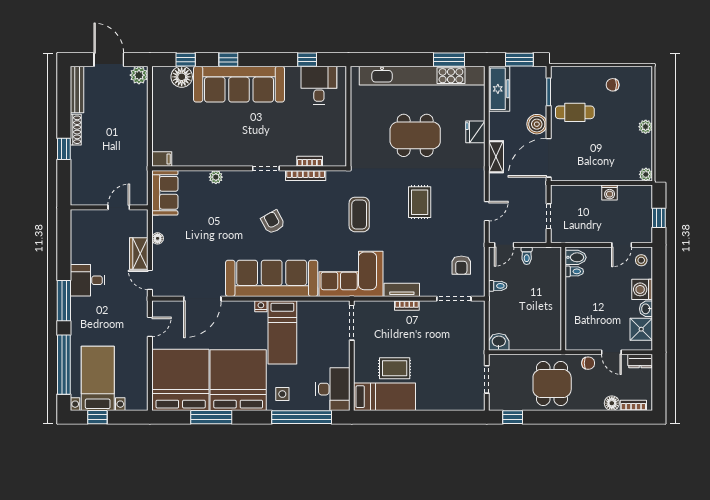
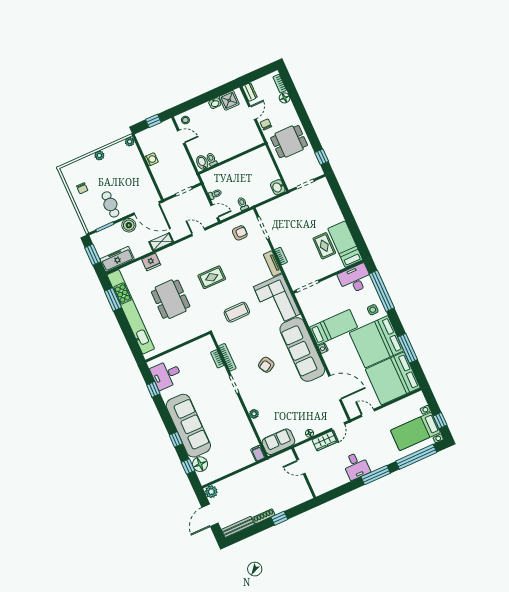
washing machine: (642, 289) -> (204, 111), removed

